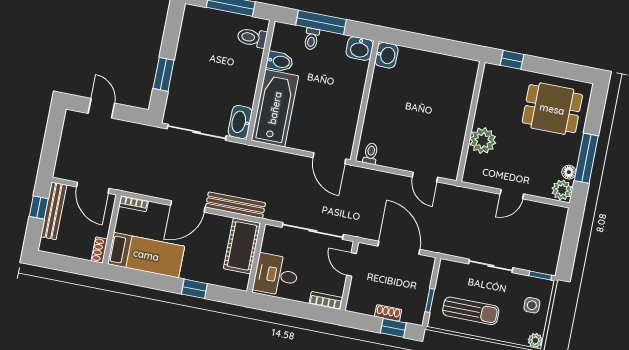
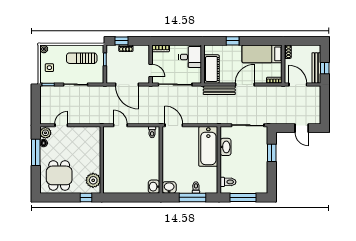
bidet: (280, 61) -> (211, 172), removed
dining table: (552, 109) -> (59, 175), turned 90
washbasin: (240, 122) -> (226, 147), moved
plant: (483, 141) -> (93, 180), moved
door: (512, 194) -> (61, 125), moved

